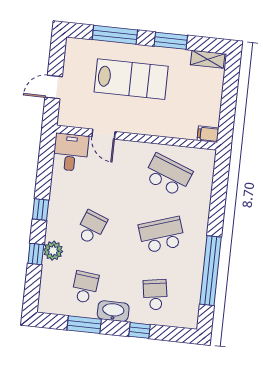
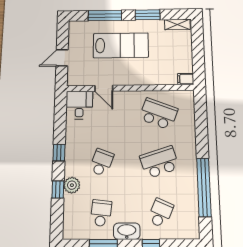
school desk: (155, 295) -> (161, 213), turned 33

